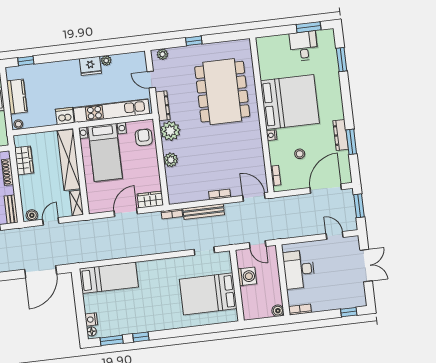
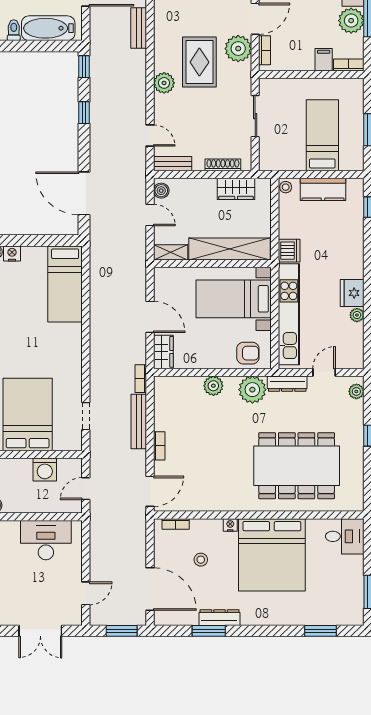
desk: (304, 46) -> (345, 536), moved

